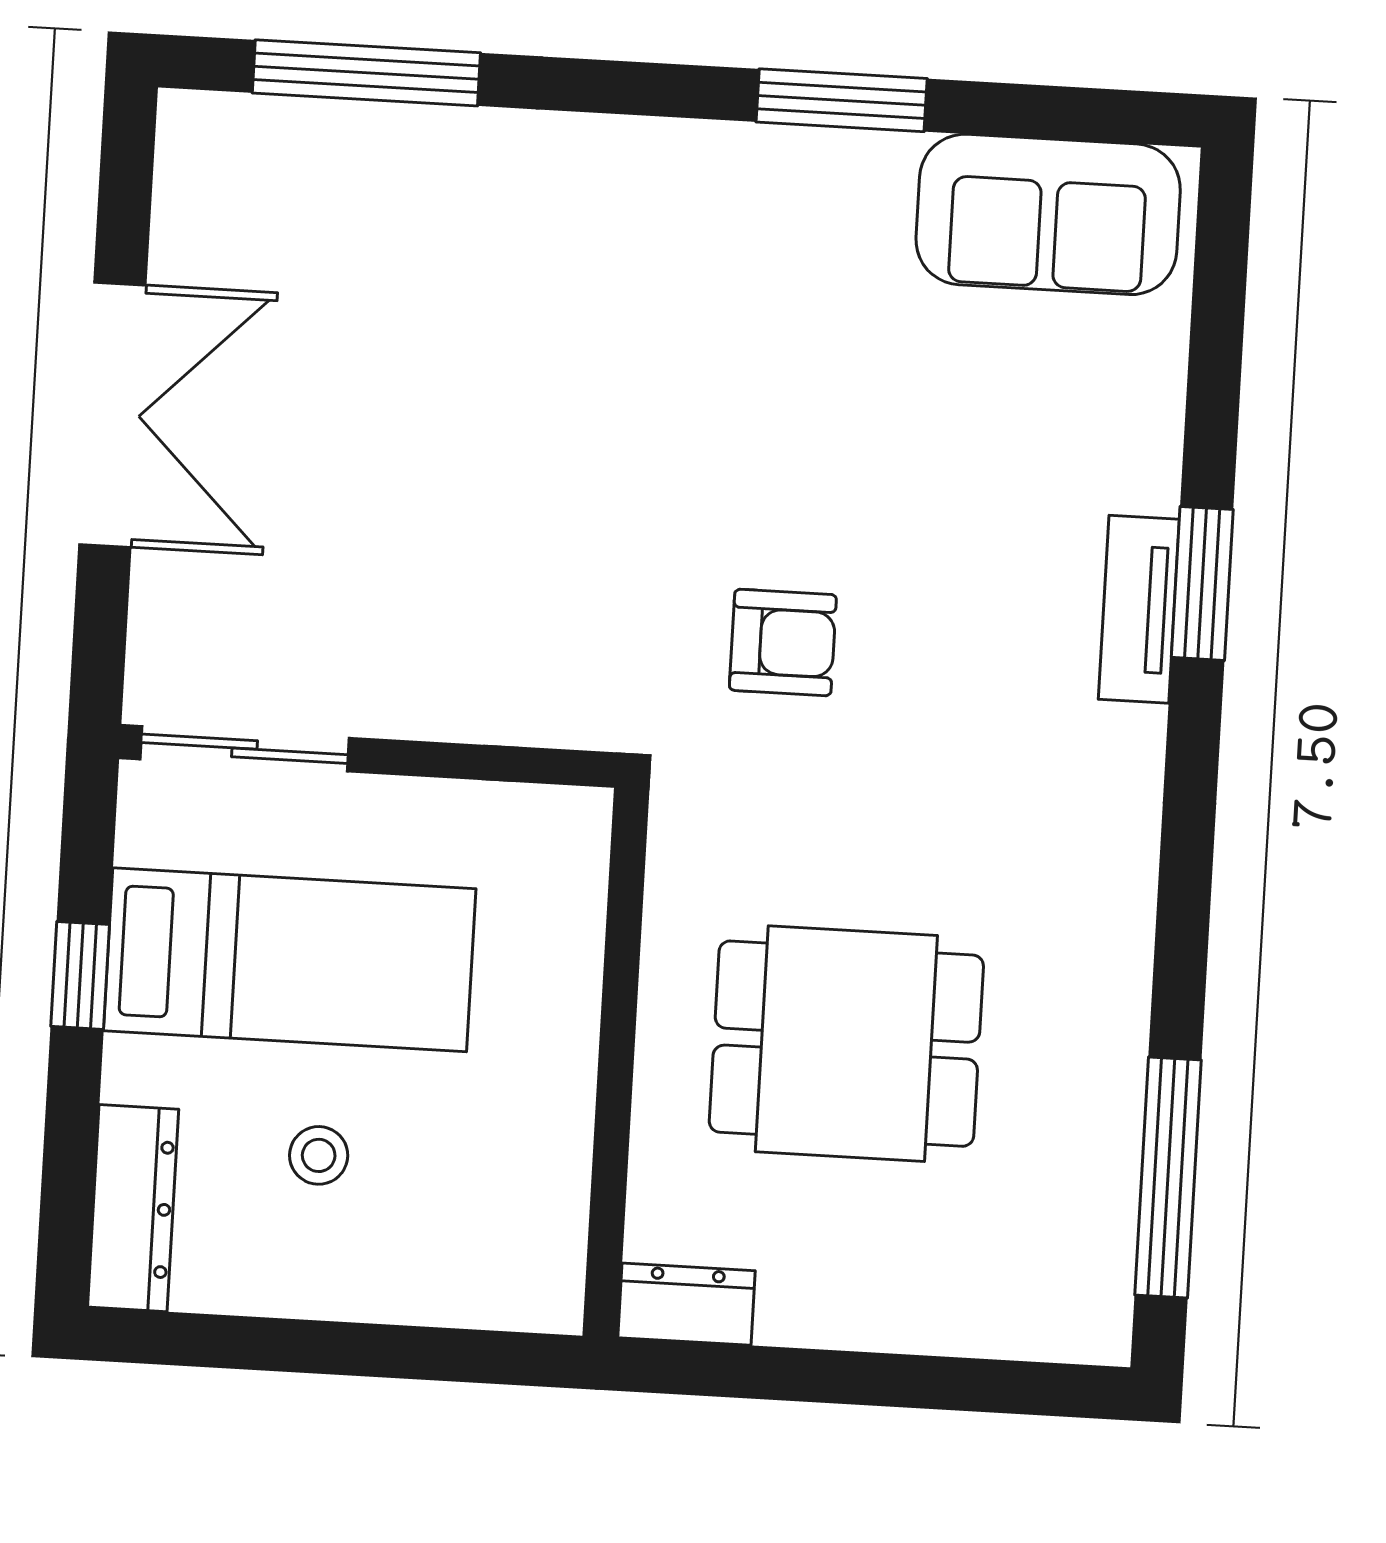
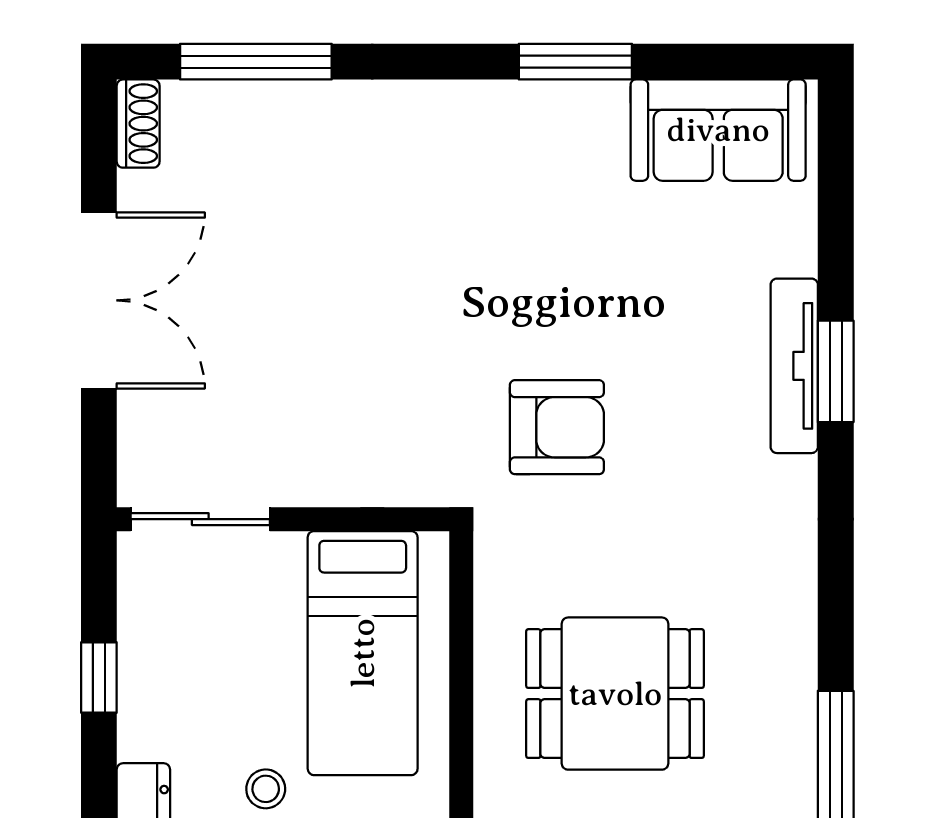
shoe rack: (186, 155) -> (138, 124), added
tv unit: (1139, 609) -> (794, 366), width x1.41
armchair: (783, 642) -> (557, 427), width x1.38, depth x1.38
bed: (290, 960) -> (363, 653), moved, turned 90

